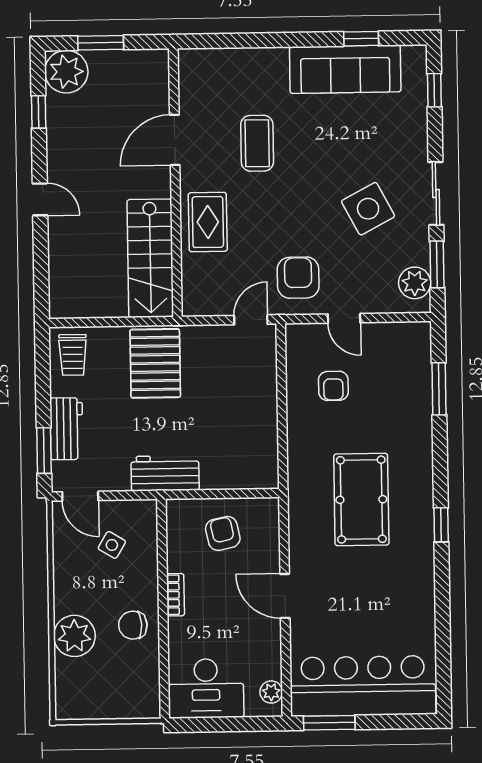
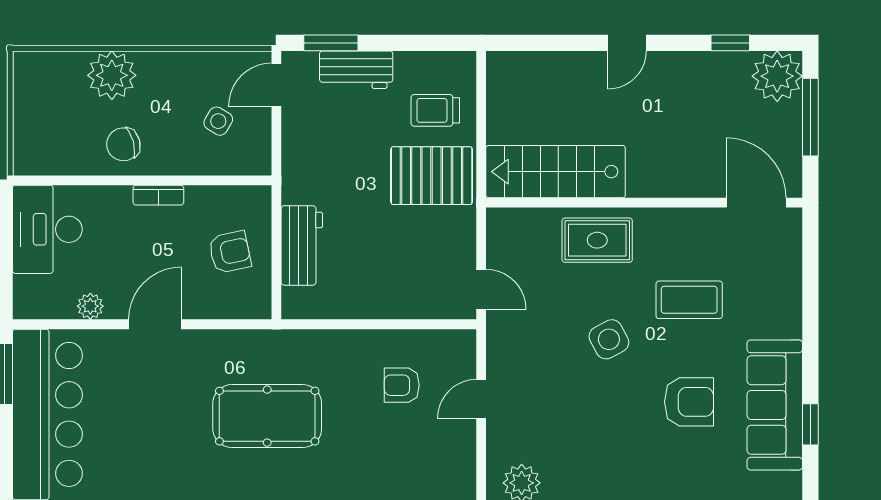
window: (101, 43) -> (810, 117), width x1.44
door: (175, 140) -> (756, 203), moved
side table: (368, 209) -> (609, 339), moved, width x0.73, depth x0.73
armchair: (298, 278) -> (689, 402), moved
trolley: (73, 355) -> (435, 110), moved
workbench: (165, 473) -> (302, 245), moved
chair: (133, 625) -> (123, 144), turned -103
plant: (271, 692) -> (90, 306), moved

